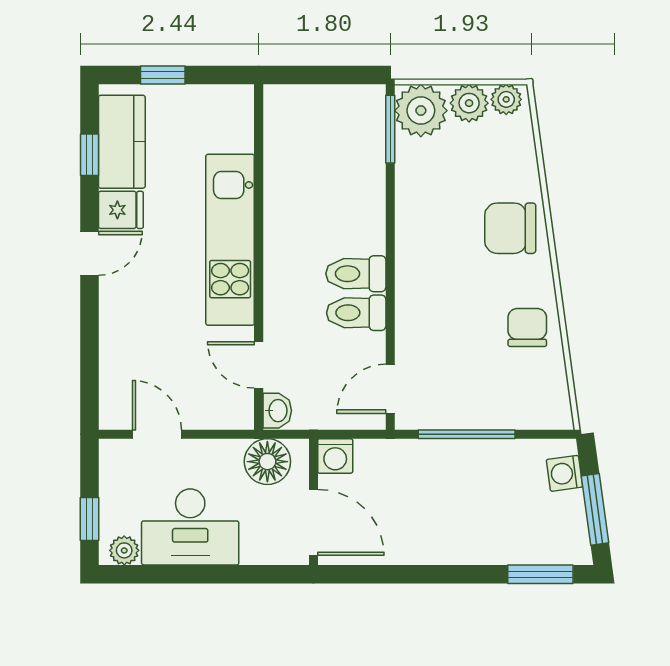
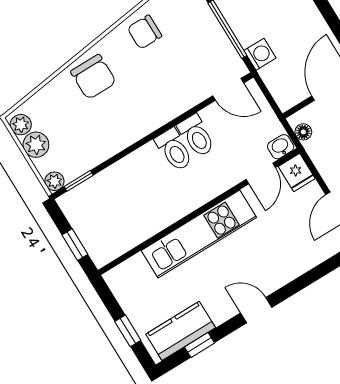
window: (313, 75) -> (75, 245), added
plant: (421, 111) -> (54, 181), width x0.53, depth x0.53
window: (390, 129) -> (79, 181), width x0.67
fridge: (121, 210) -> (297, 173), moved, turned 180
washing machine: (335, 456) -> (260, 54), moved
floor lamp: (267, 462) -> (303, 132), width x0.53, depth x0.53

